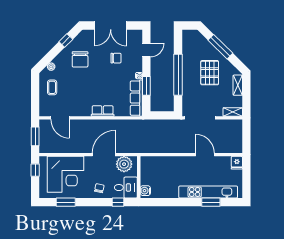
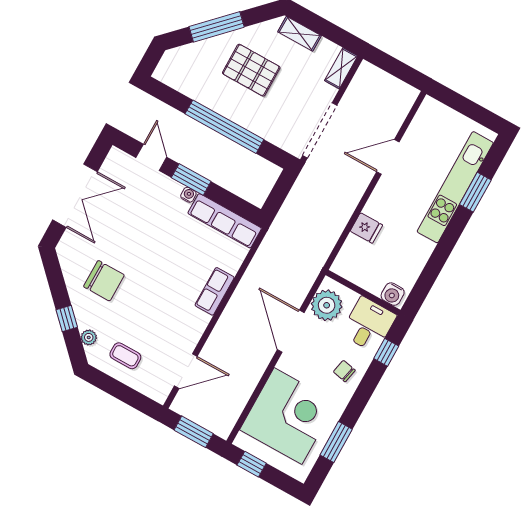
window: (66, 41) -> (67, 318), moved
chair: (116, 58) -> (136, 218), removed
window: (146, 86) -> (191, 180), moved
fridge: (237, 163) -> (366, 228), moved

